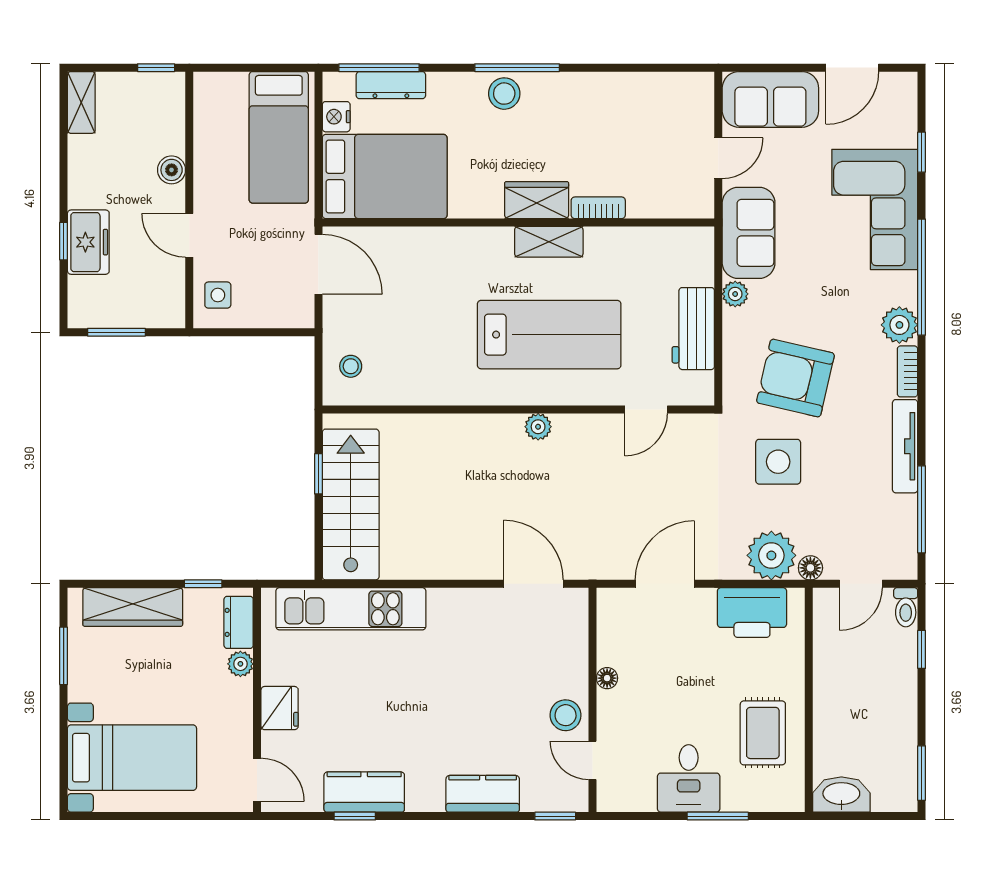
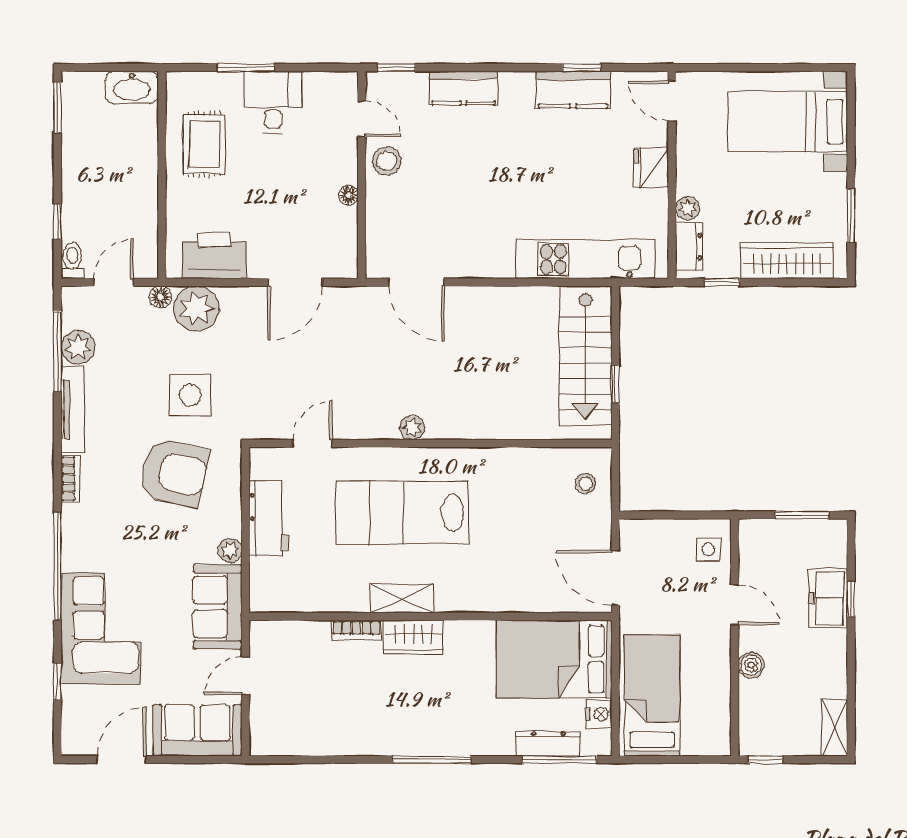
stool: (504, 94) -> (444, 736), removed
plant: (899, 325) -> (78, 347), moved

